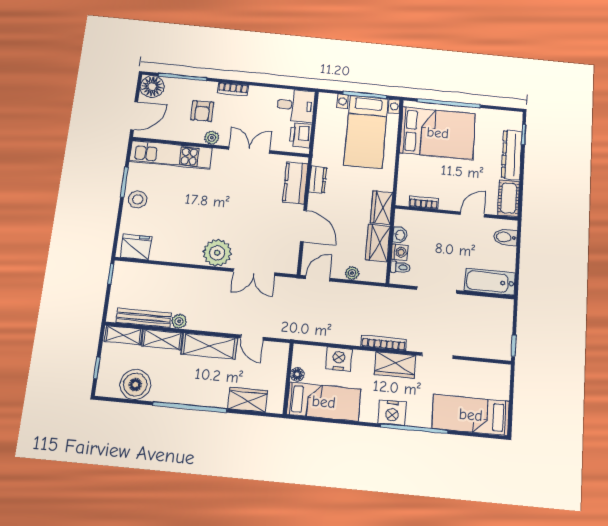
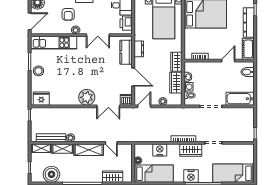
double door: (249, 150) -> (98, 35), swing flipped
dishwasher: (287, 264) -> (126, 100), added

